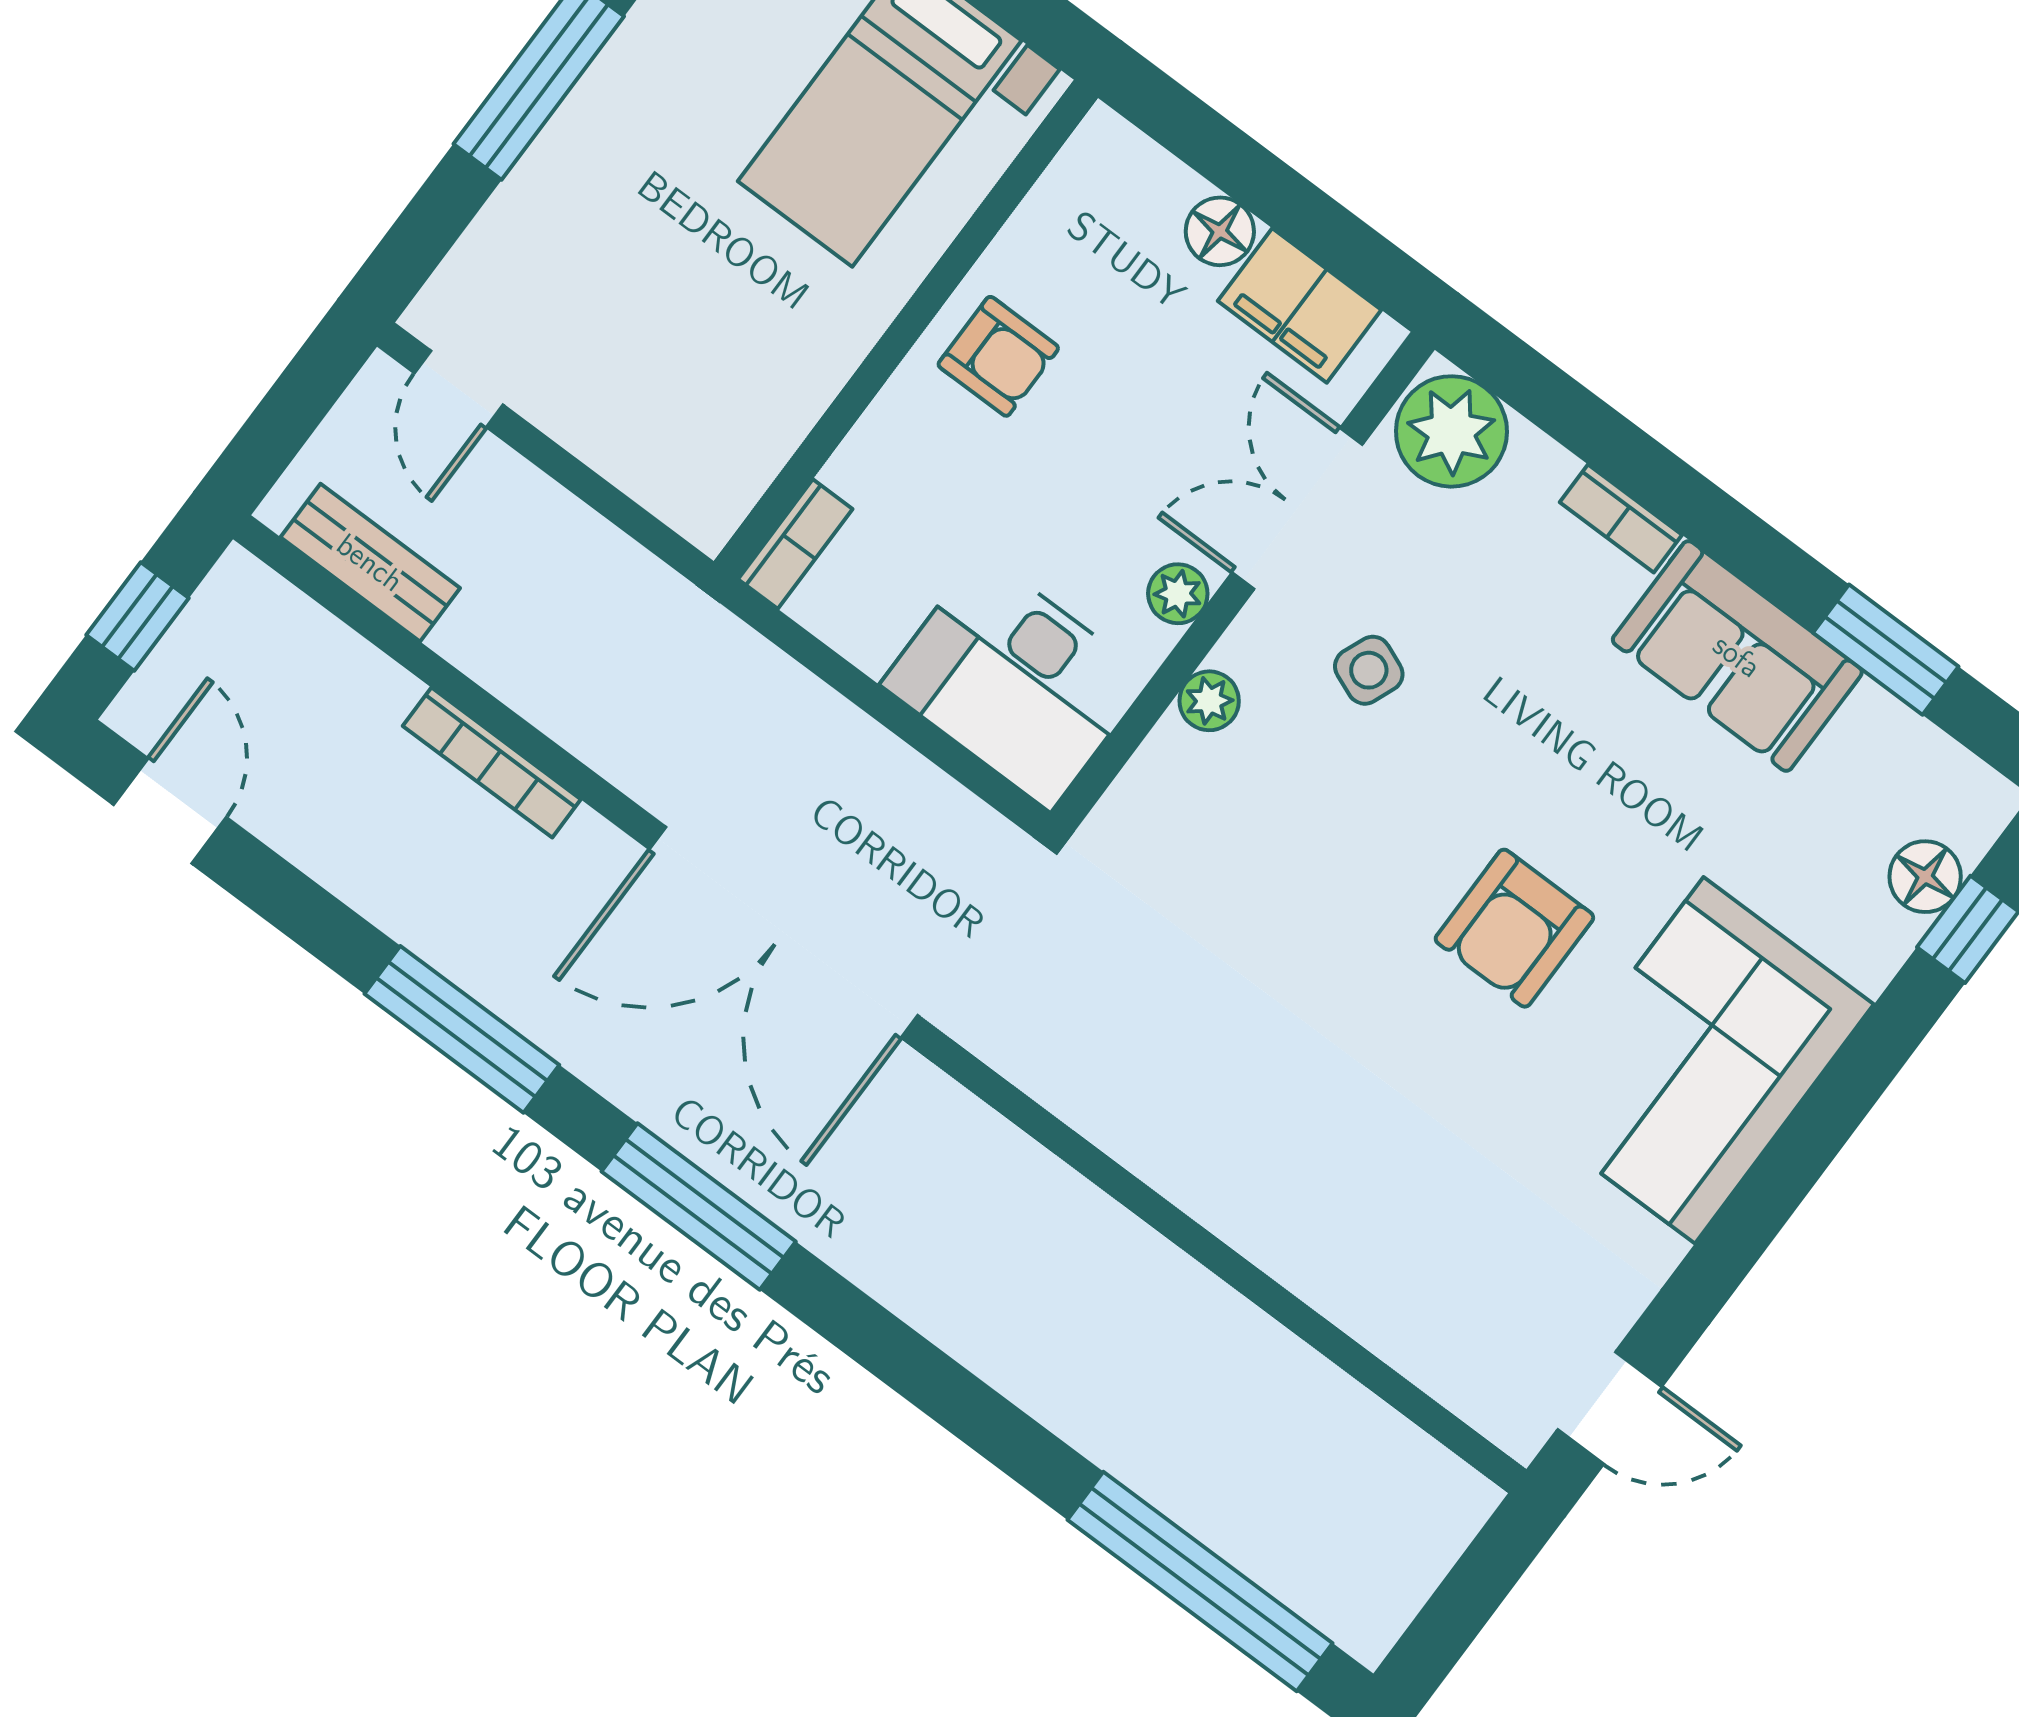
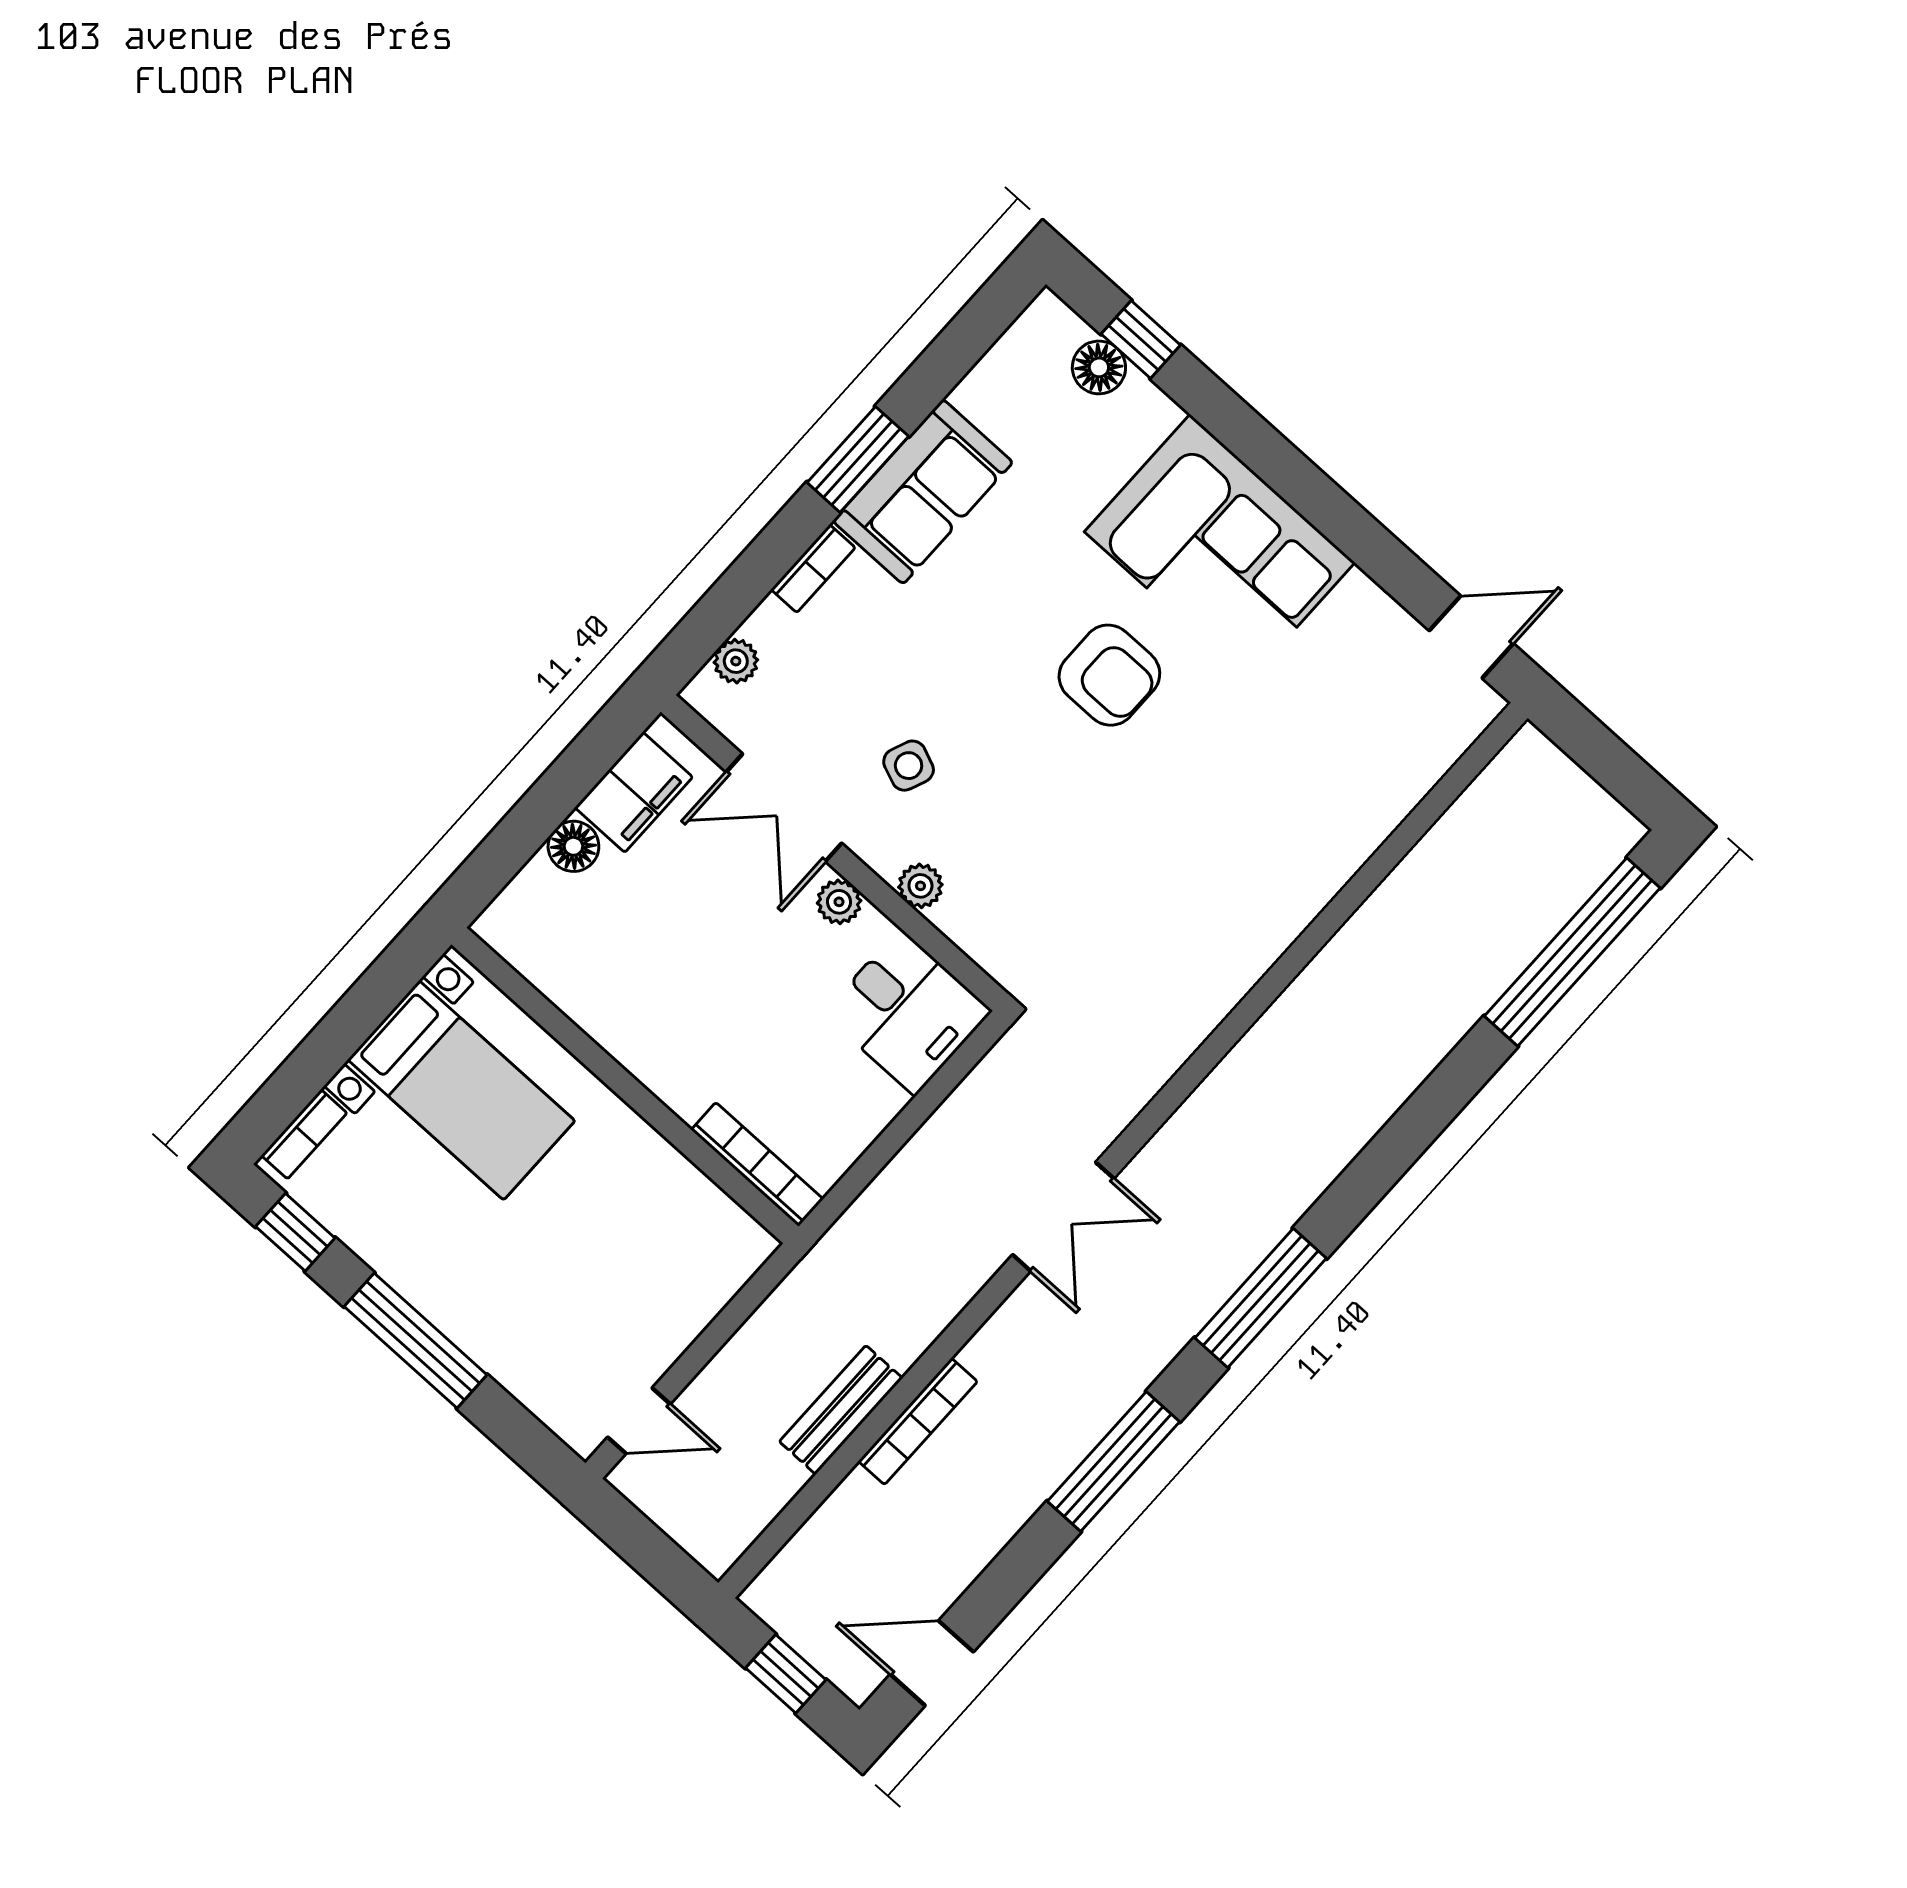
armchair: (998, 356) -> (651, 1019), removed
plant: (1451, 431) -> (736, 661), width x0.53, depth x0.53
bookcase: (795, 544) -> (757, 1164), width x1.56
bench: (370, 563) -> (841, 1410), moved
window: (1886, 650) -> (858, 459), moved
desk: (1015, 681) -> (907, 1012), width x0.73
double door: (784, 932) -> (1063, 1217), width x0.54
door: (1610, 1408) -> (1471, 637), hinge flipped

